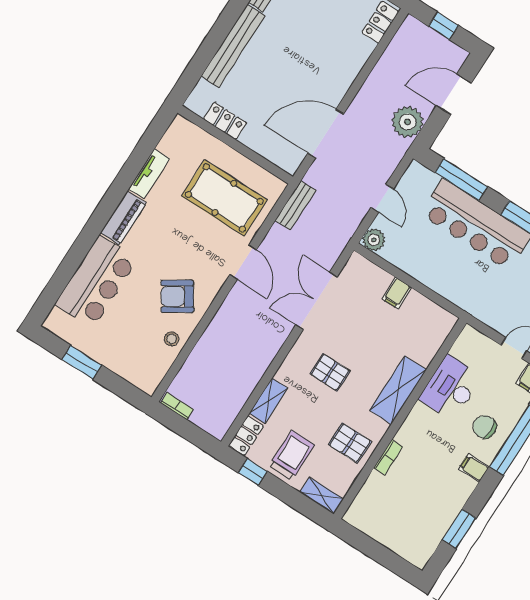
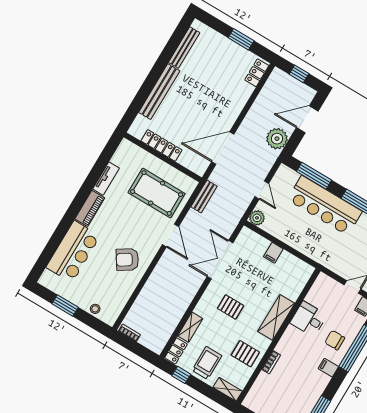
locker: (225, 121) -> (162, 145), width x1.53
stool: (172, 339) -> (95, 309), moved
desk: (450, 388) -> (309, 319), width x0.73

